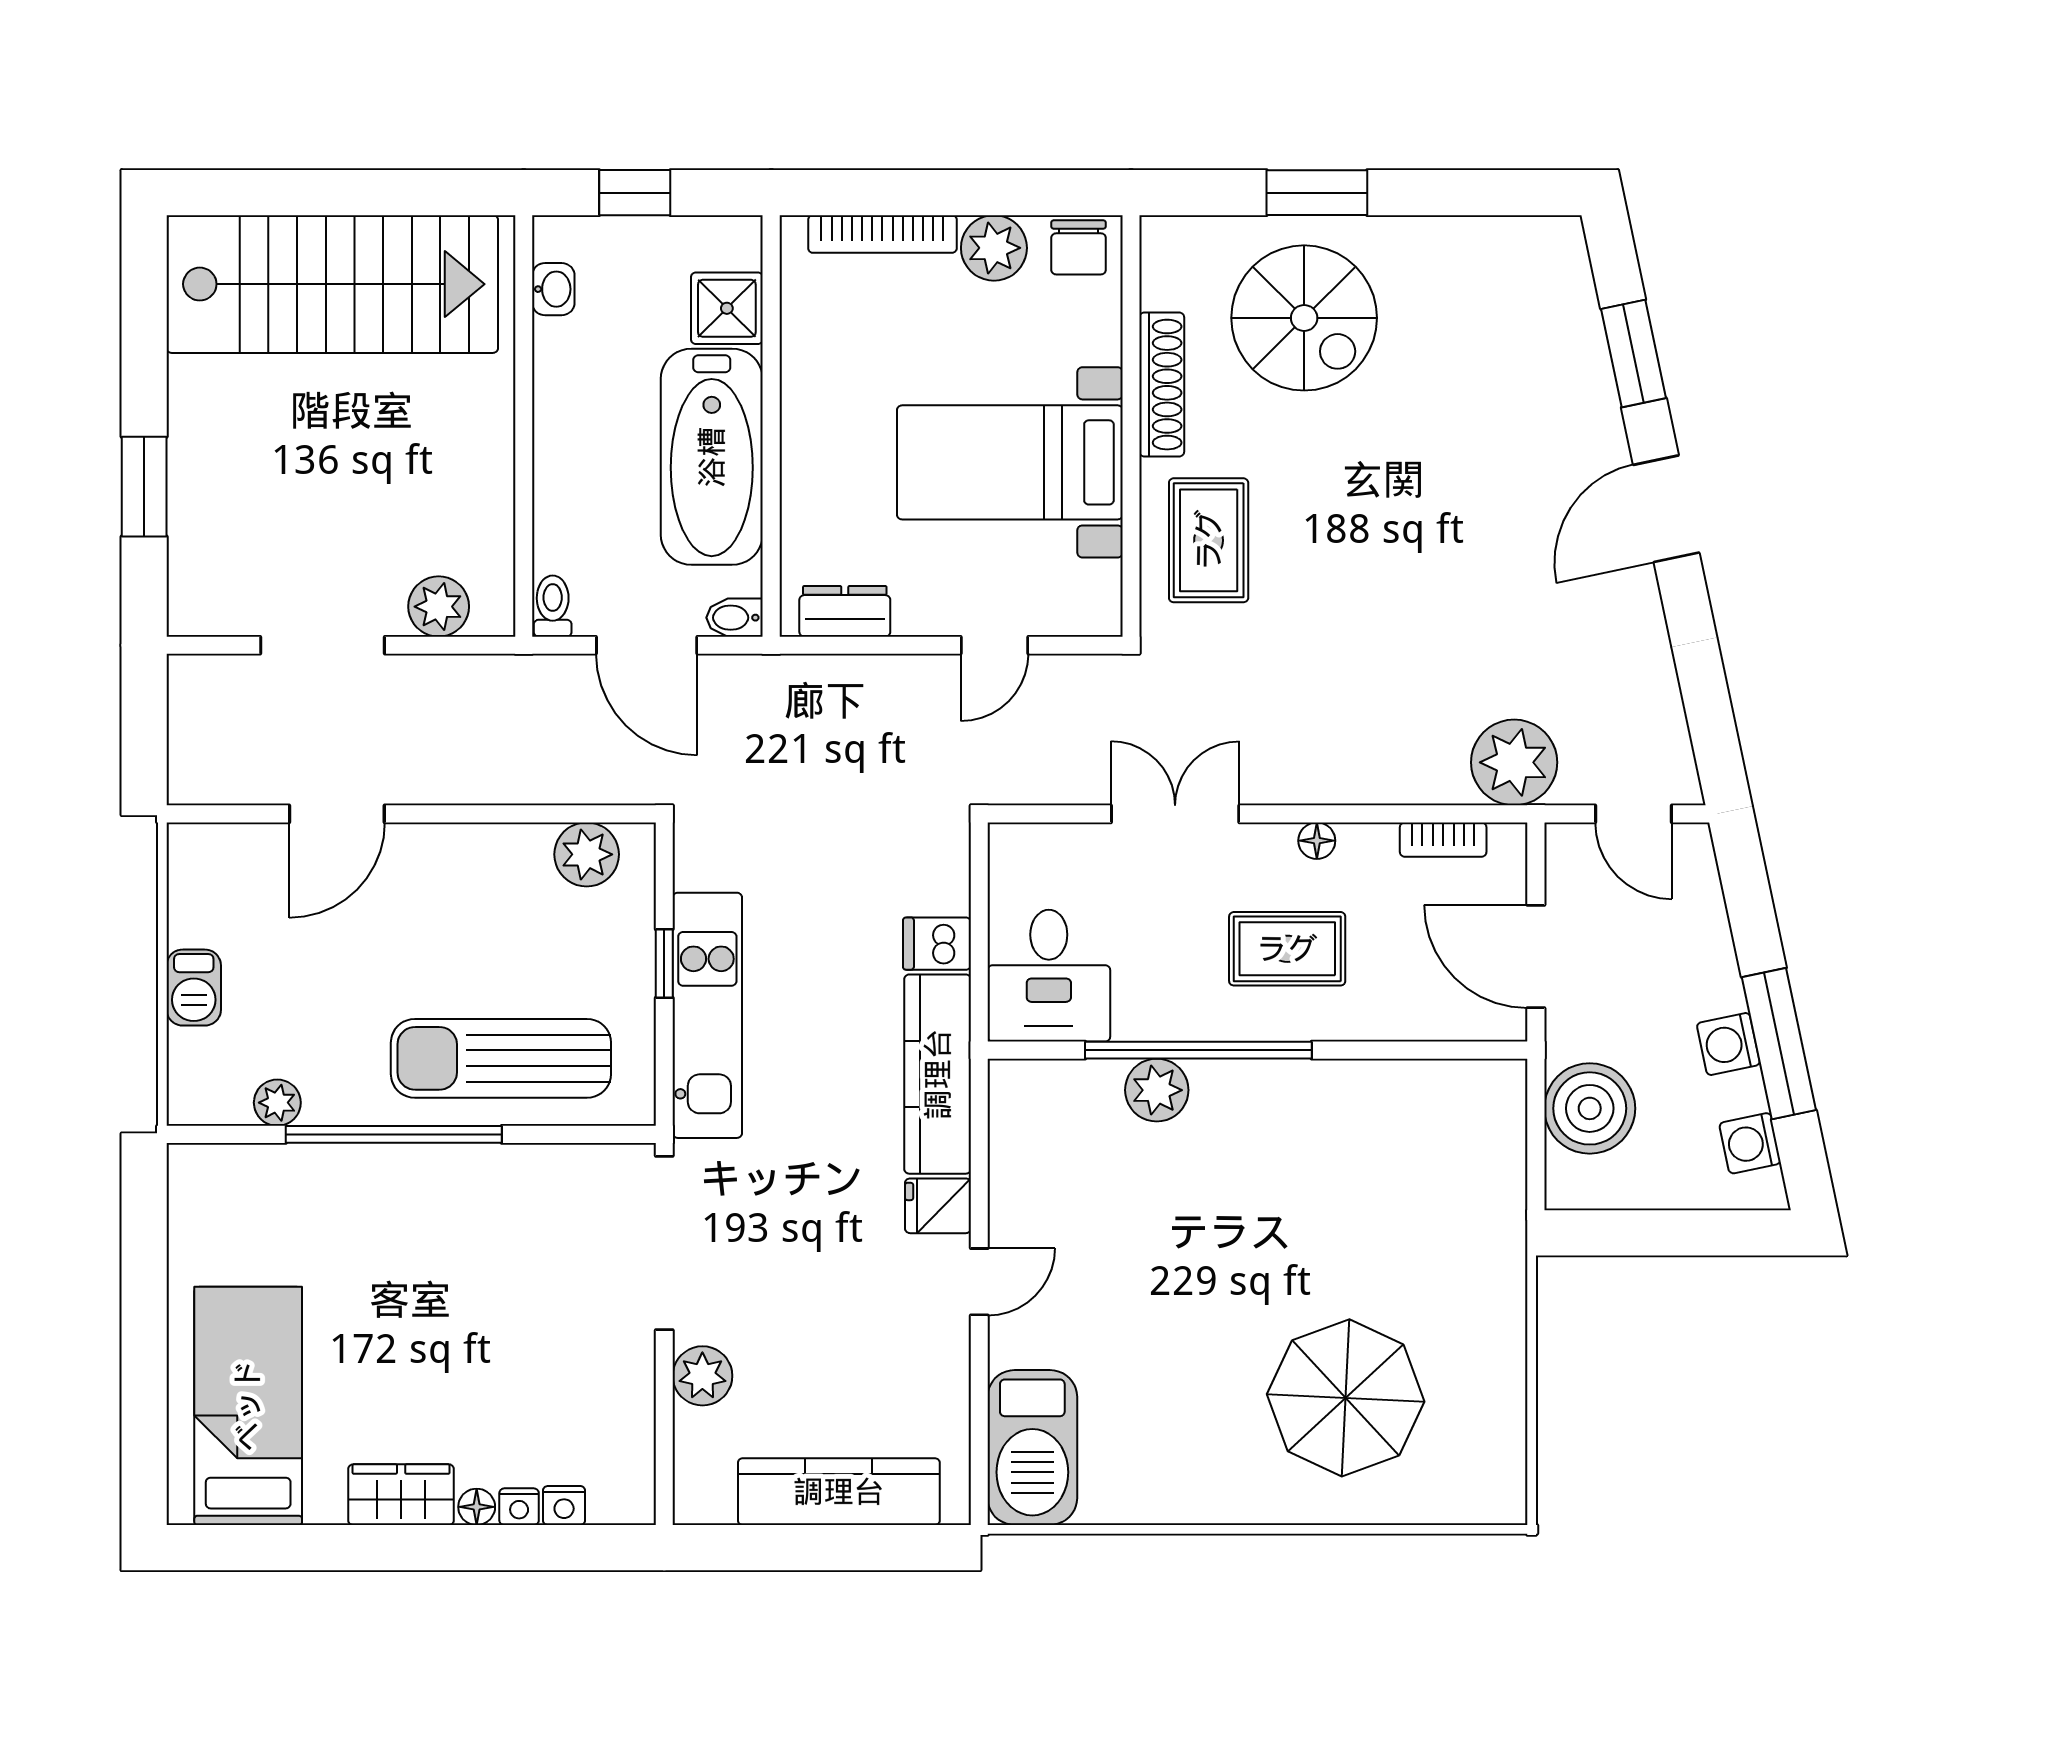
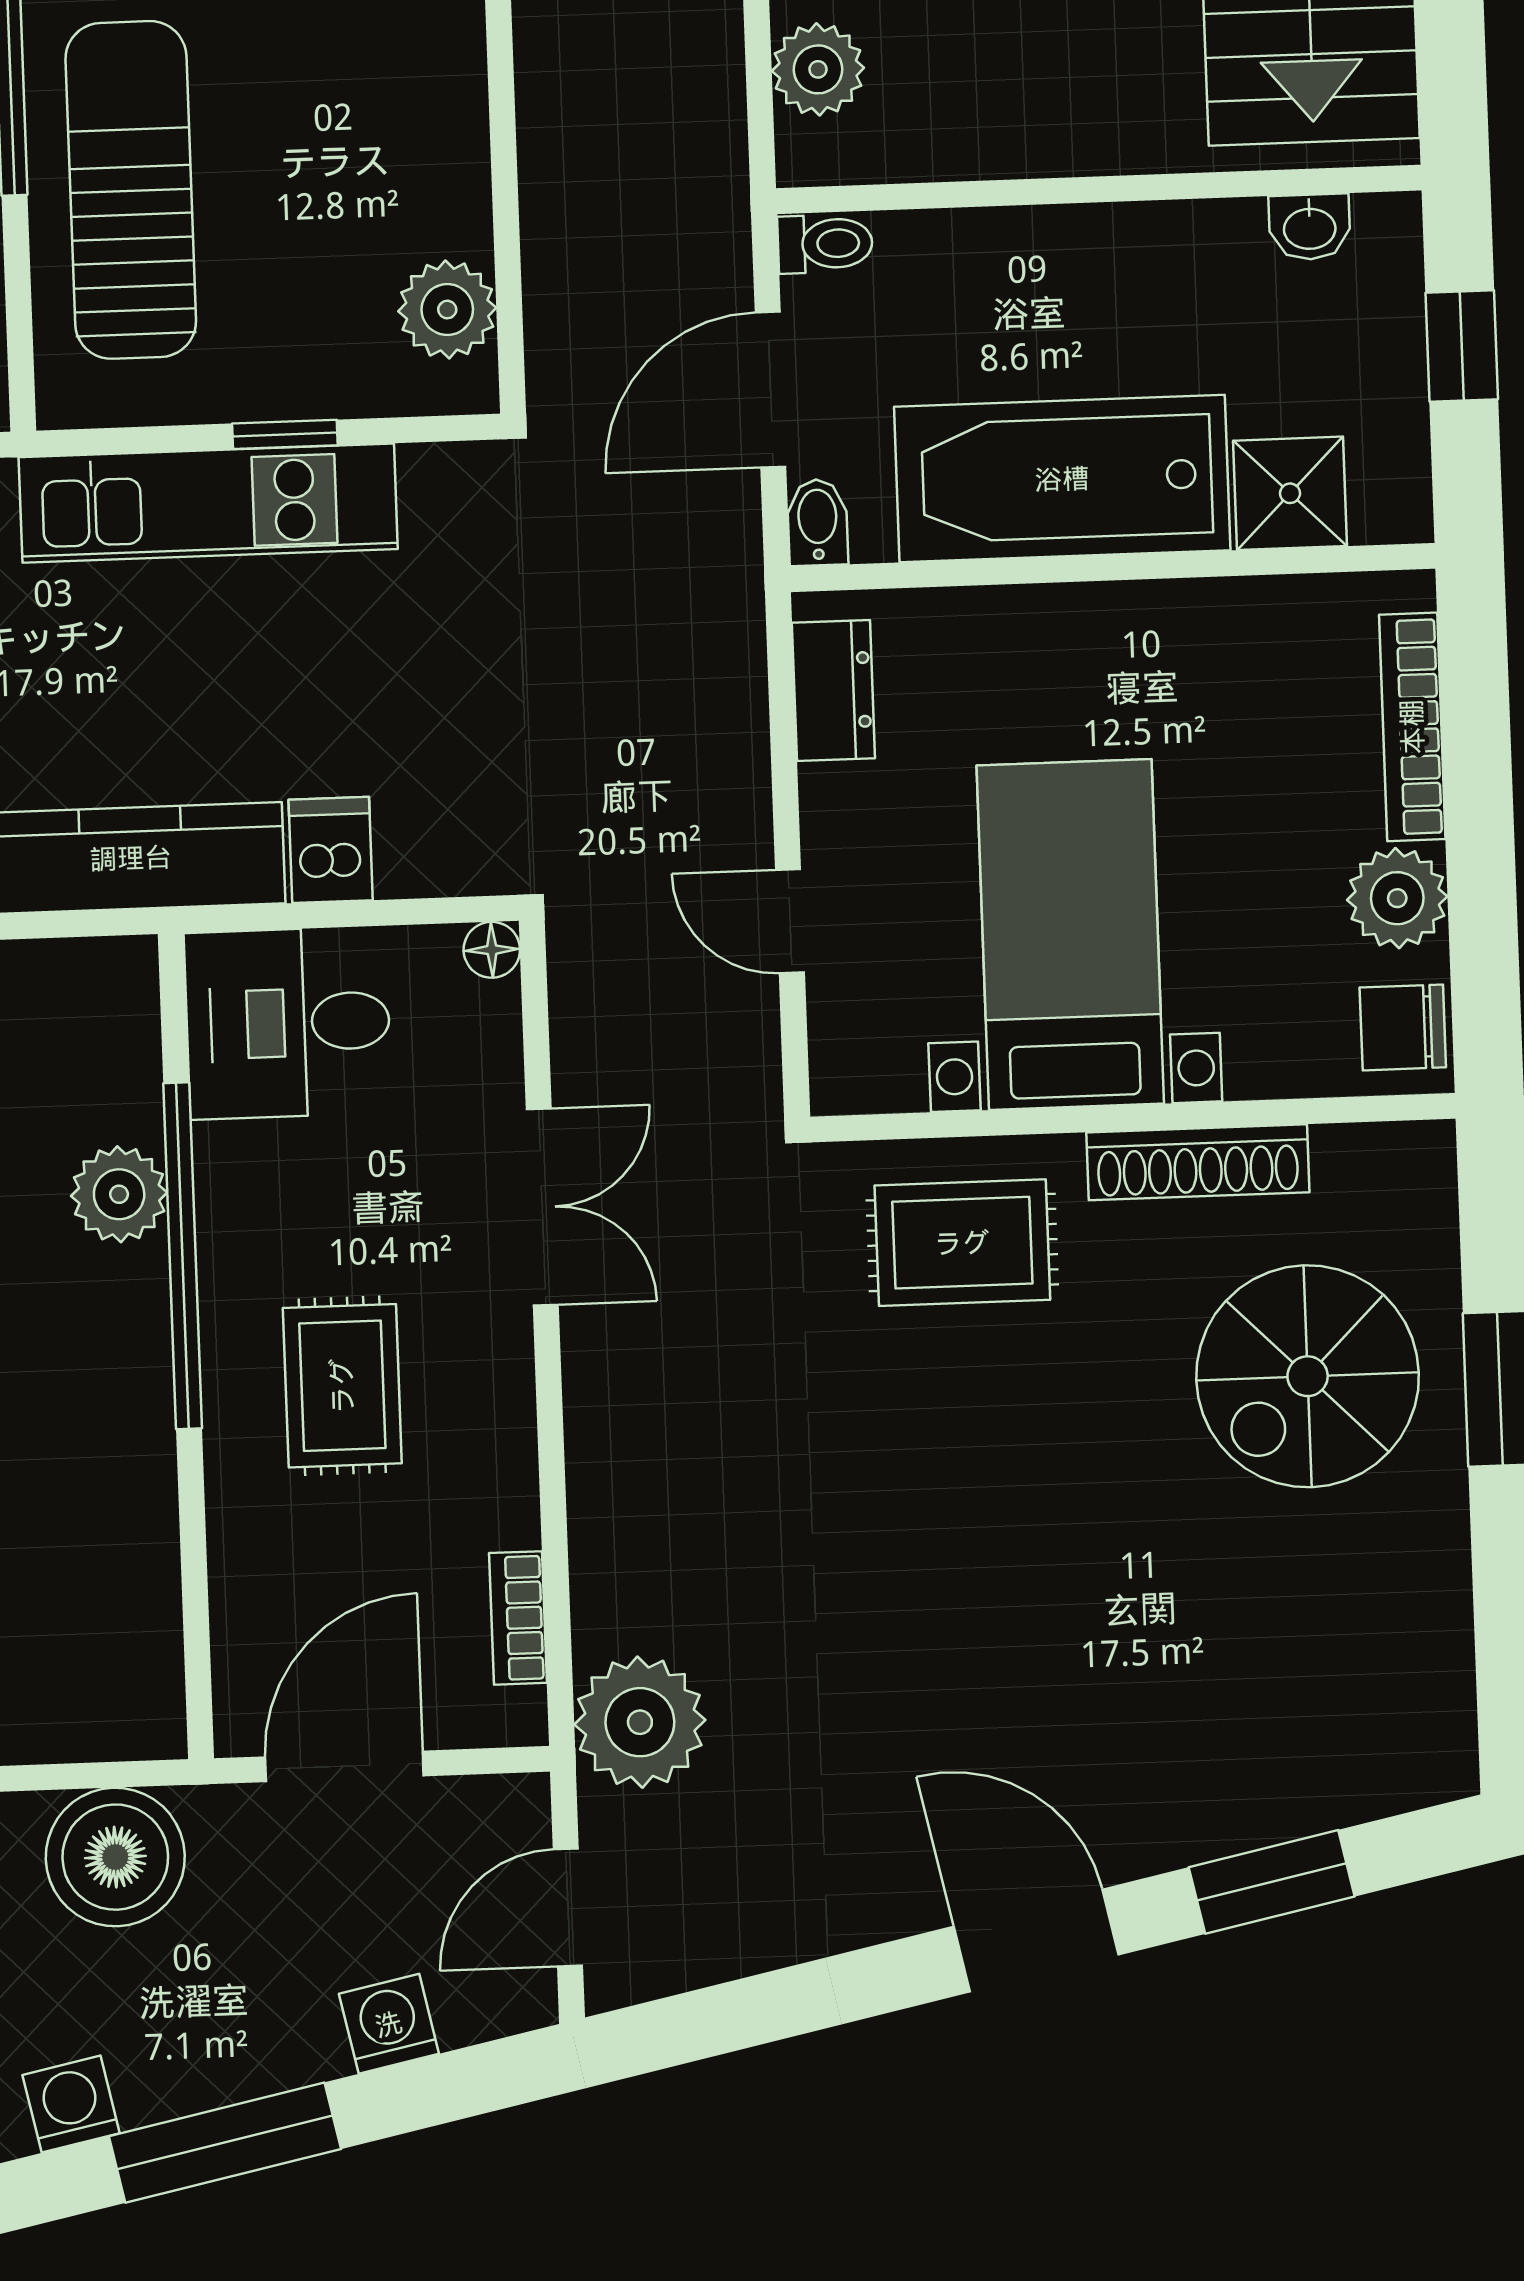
floor lamp: (1317, 841) -> (492, 950), moved
washing machine: (1728, 1044) -> (389, 2024), moved

